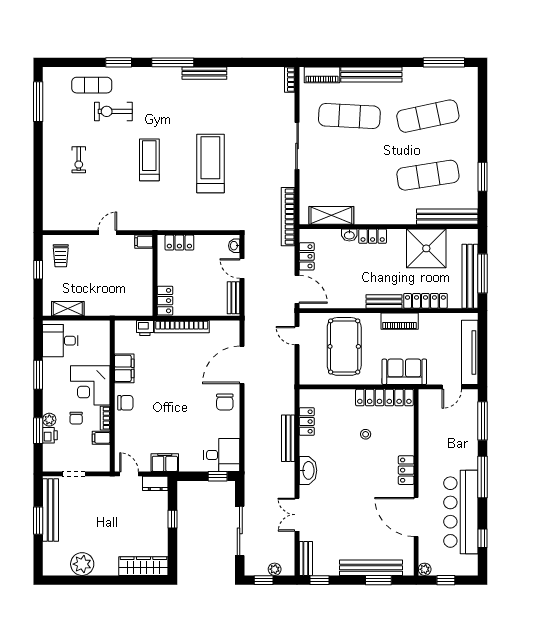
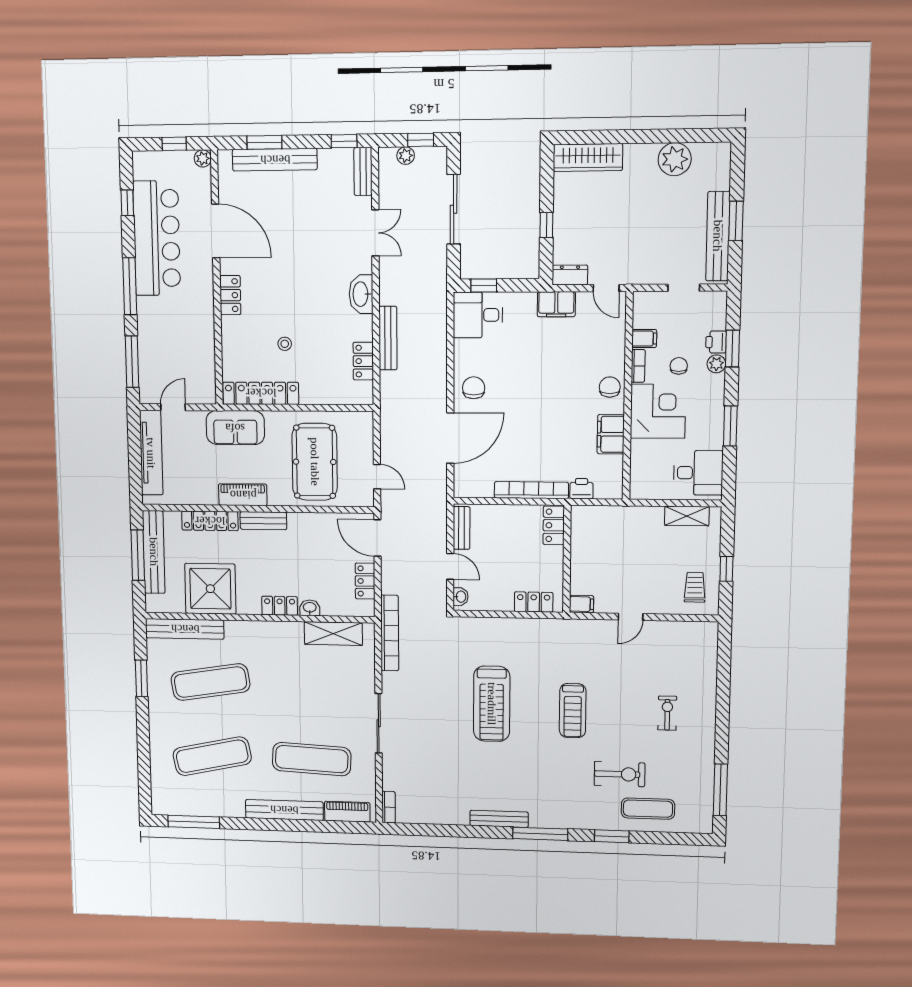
chair: (125, 403) -> (610, 387), turned 90

